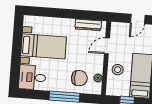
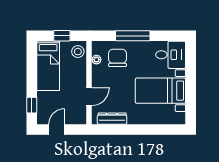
stool: (118, 70) -> (78, 52), moved
chair: (79, 78) -> (117, 58), turned 90

